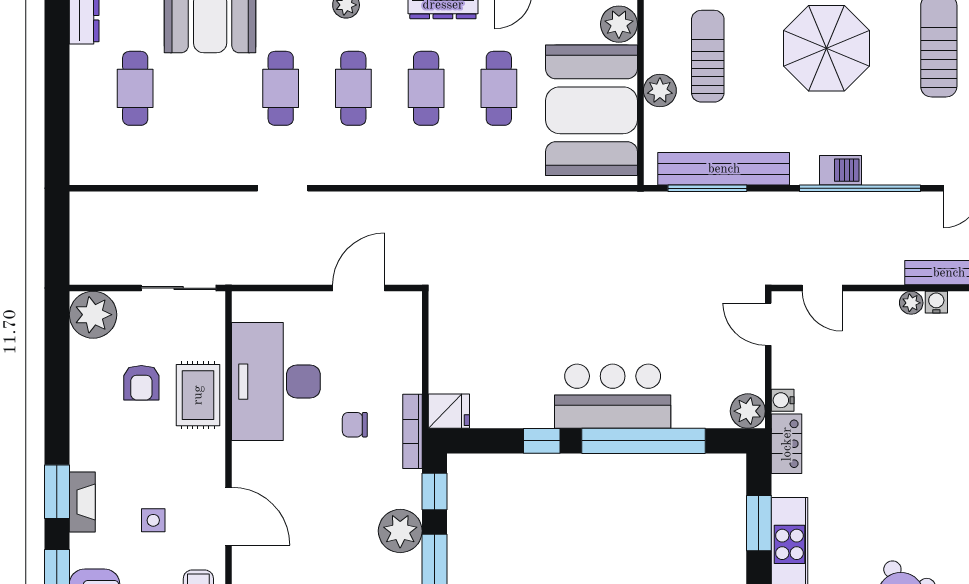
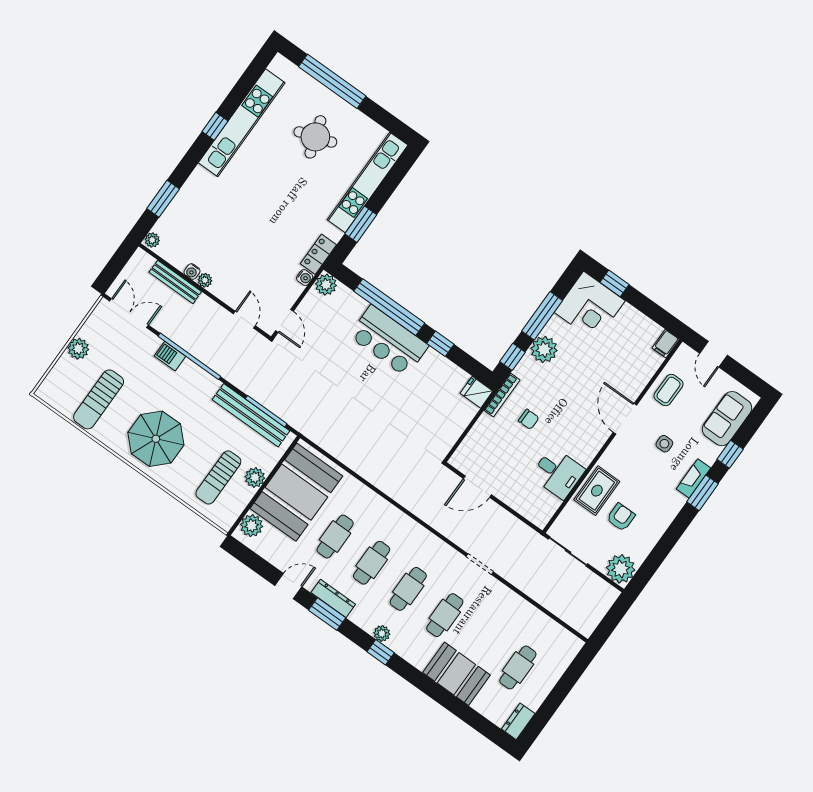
barbecue: (840, 170) -> (170, 356), moved
desk: (276, 382) -> (558, 473), width x0.53, depth x0.77

